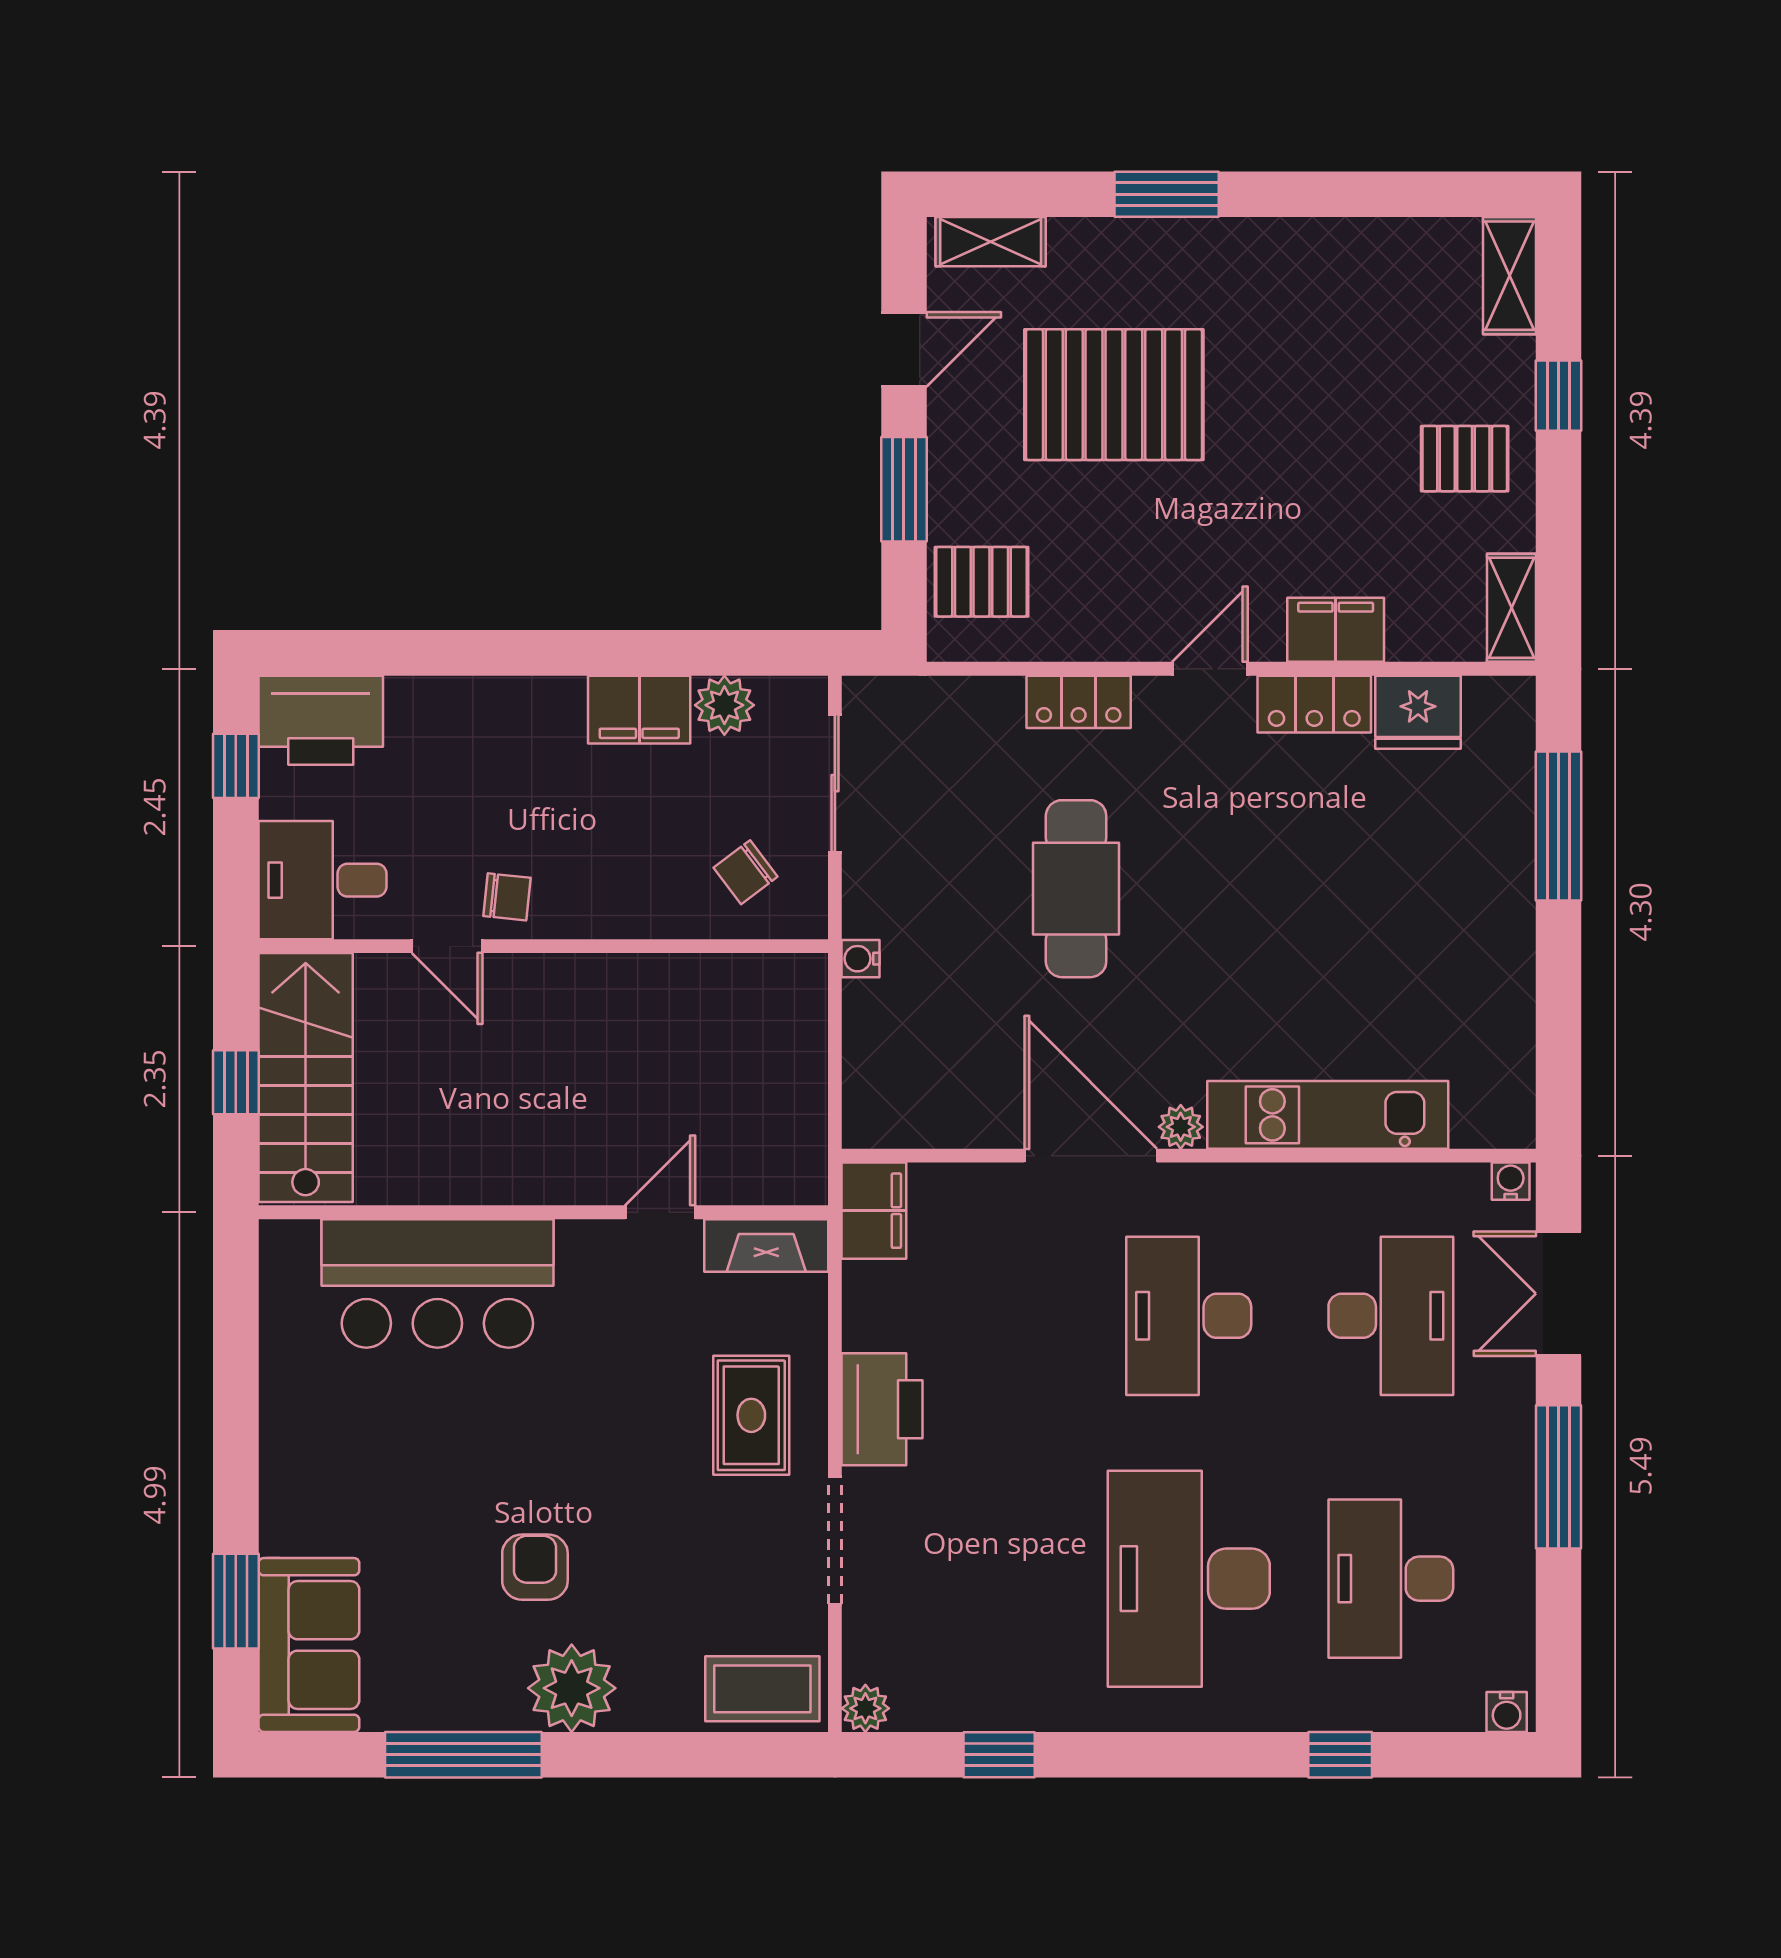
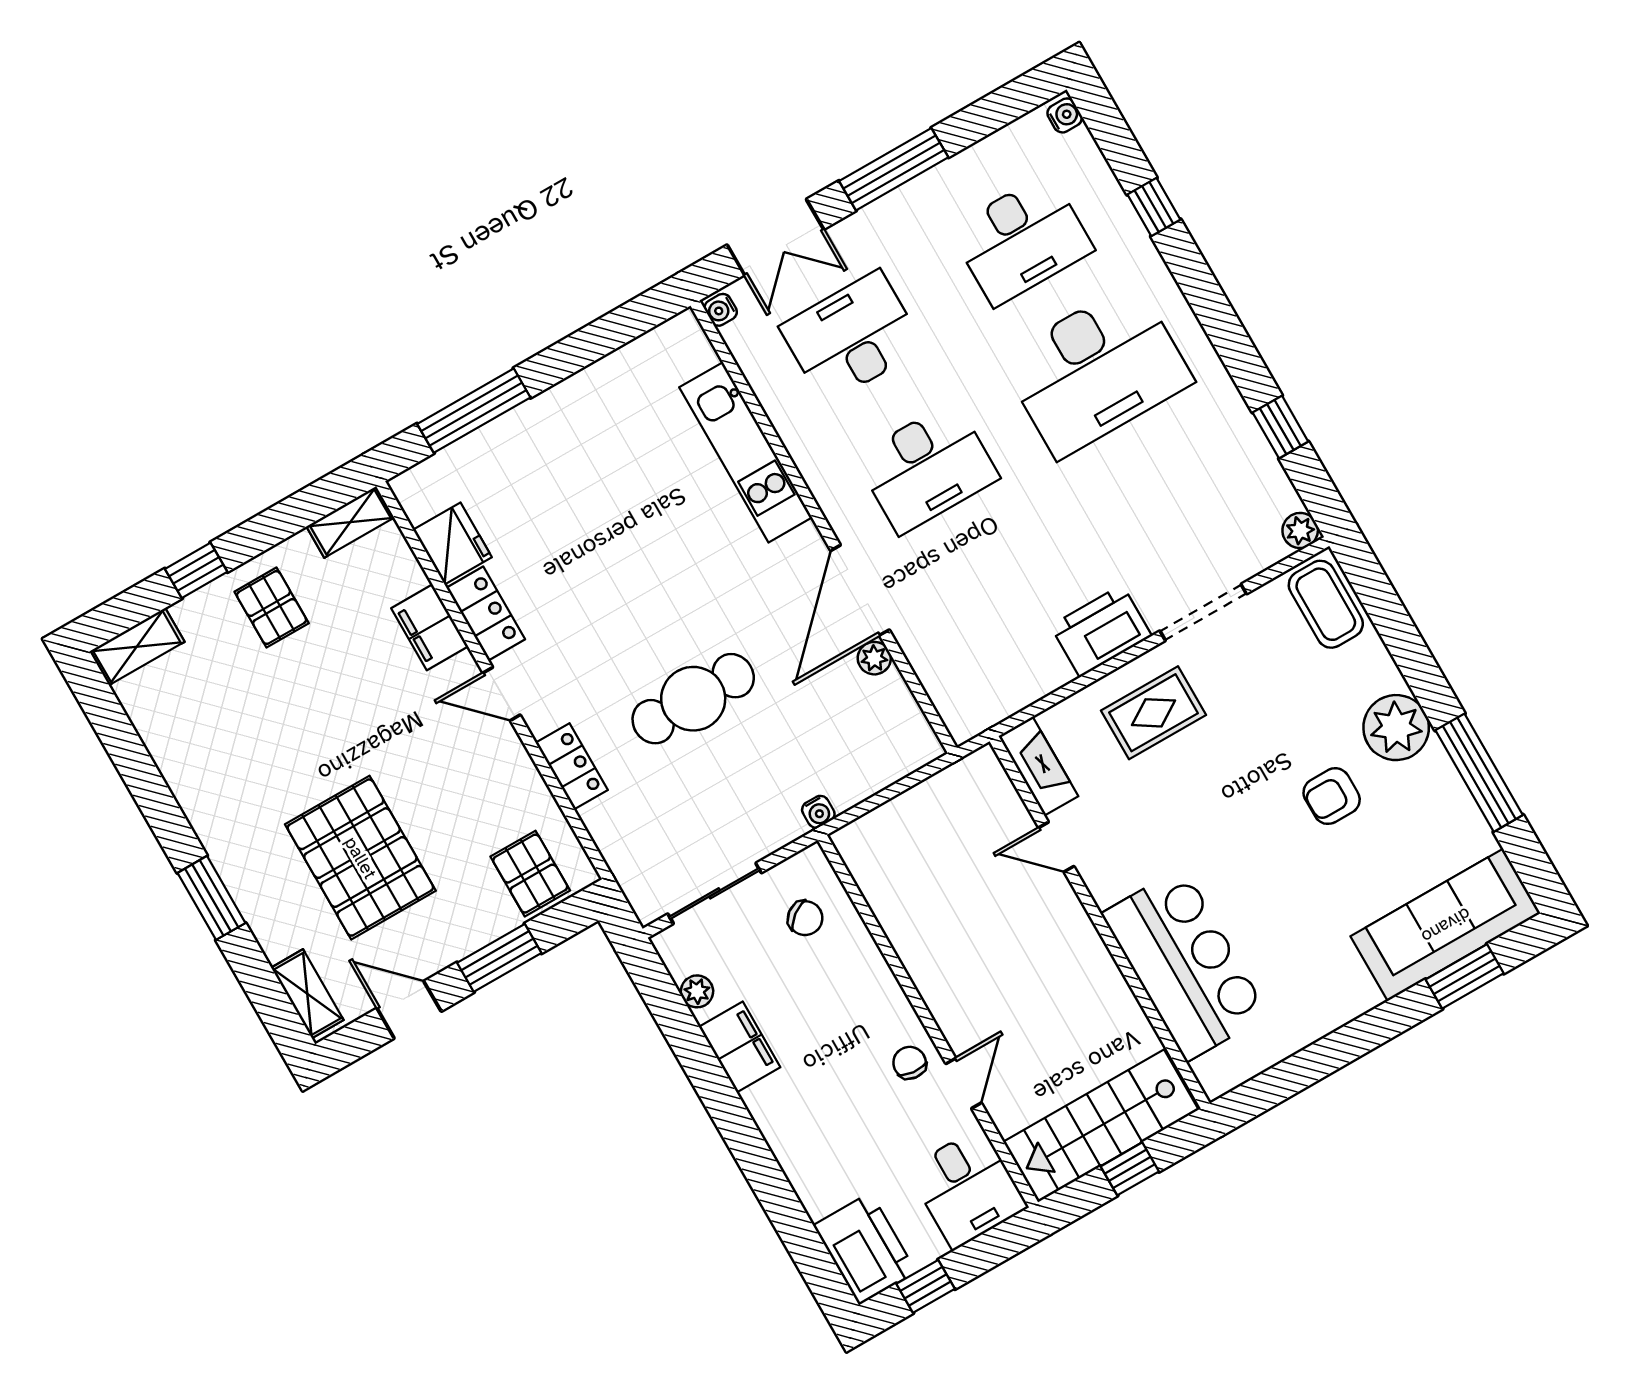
plant: (724, 705) -> (697, 991), width x0.73, depth x0.73
plant: (1181, 1127) -> (874, 658), moved
filing cabinet: (874, 1211) -> (976, 710), removed
sofa: (309, 1645) -> (1446, 925), width x1.36

